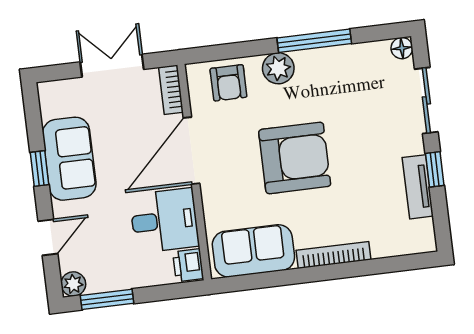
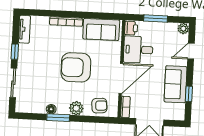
window: (314, 41) -> (58, 118), width x0.69
floor lamp: (402, 48) -> (51, 109), moved
armchair: (228, 83) -> (99, 106), turned 86
window: (40, 169) -> (189, 94), moved
tv unit: (418, 187) -> (24, 29), moved
window: (107, 299) -> (156, 18), moved

